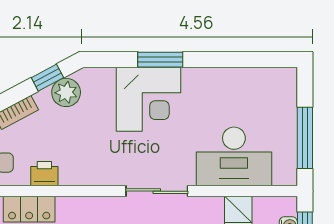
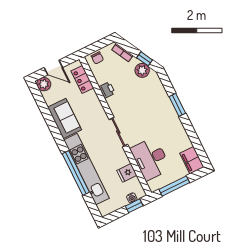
filing cabinet: (274, 83) -> (192, 160), added
corner desk: (149, 99) -> (157, 108), removed
printer: (44, 174) -> (107, 90), moved

